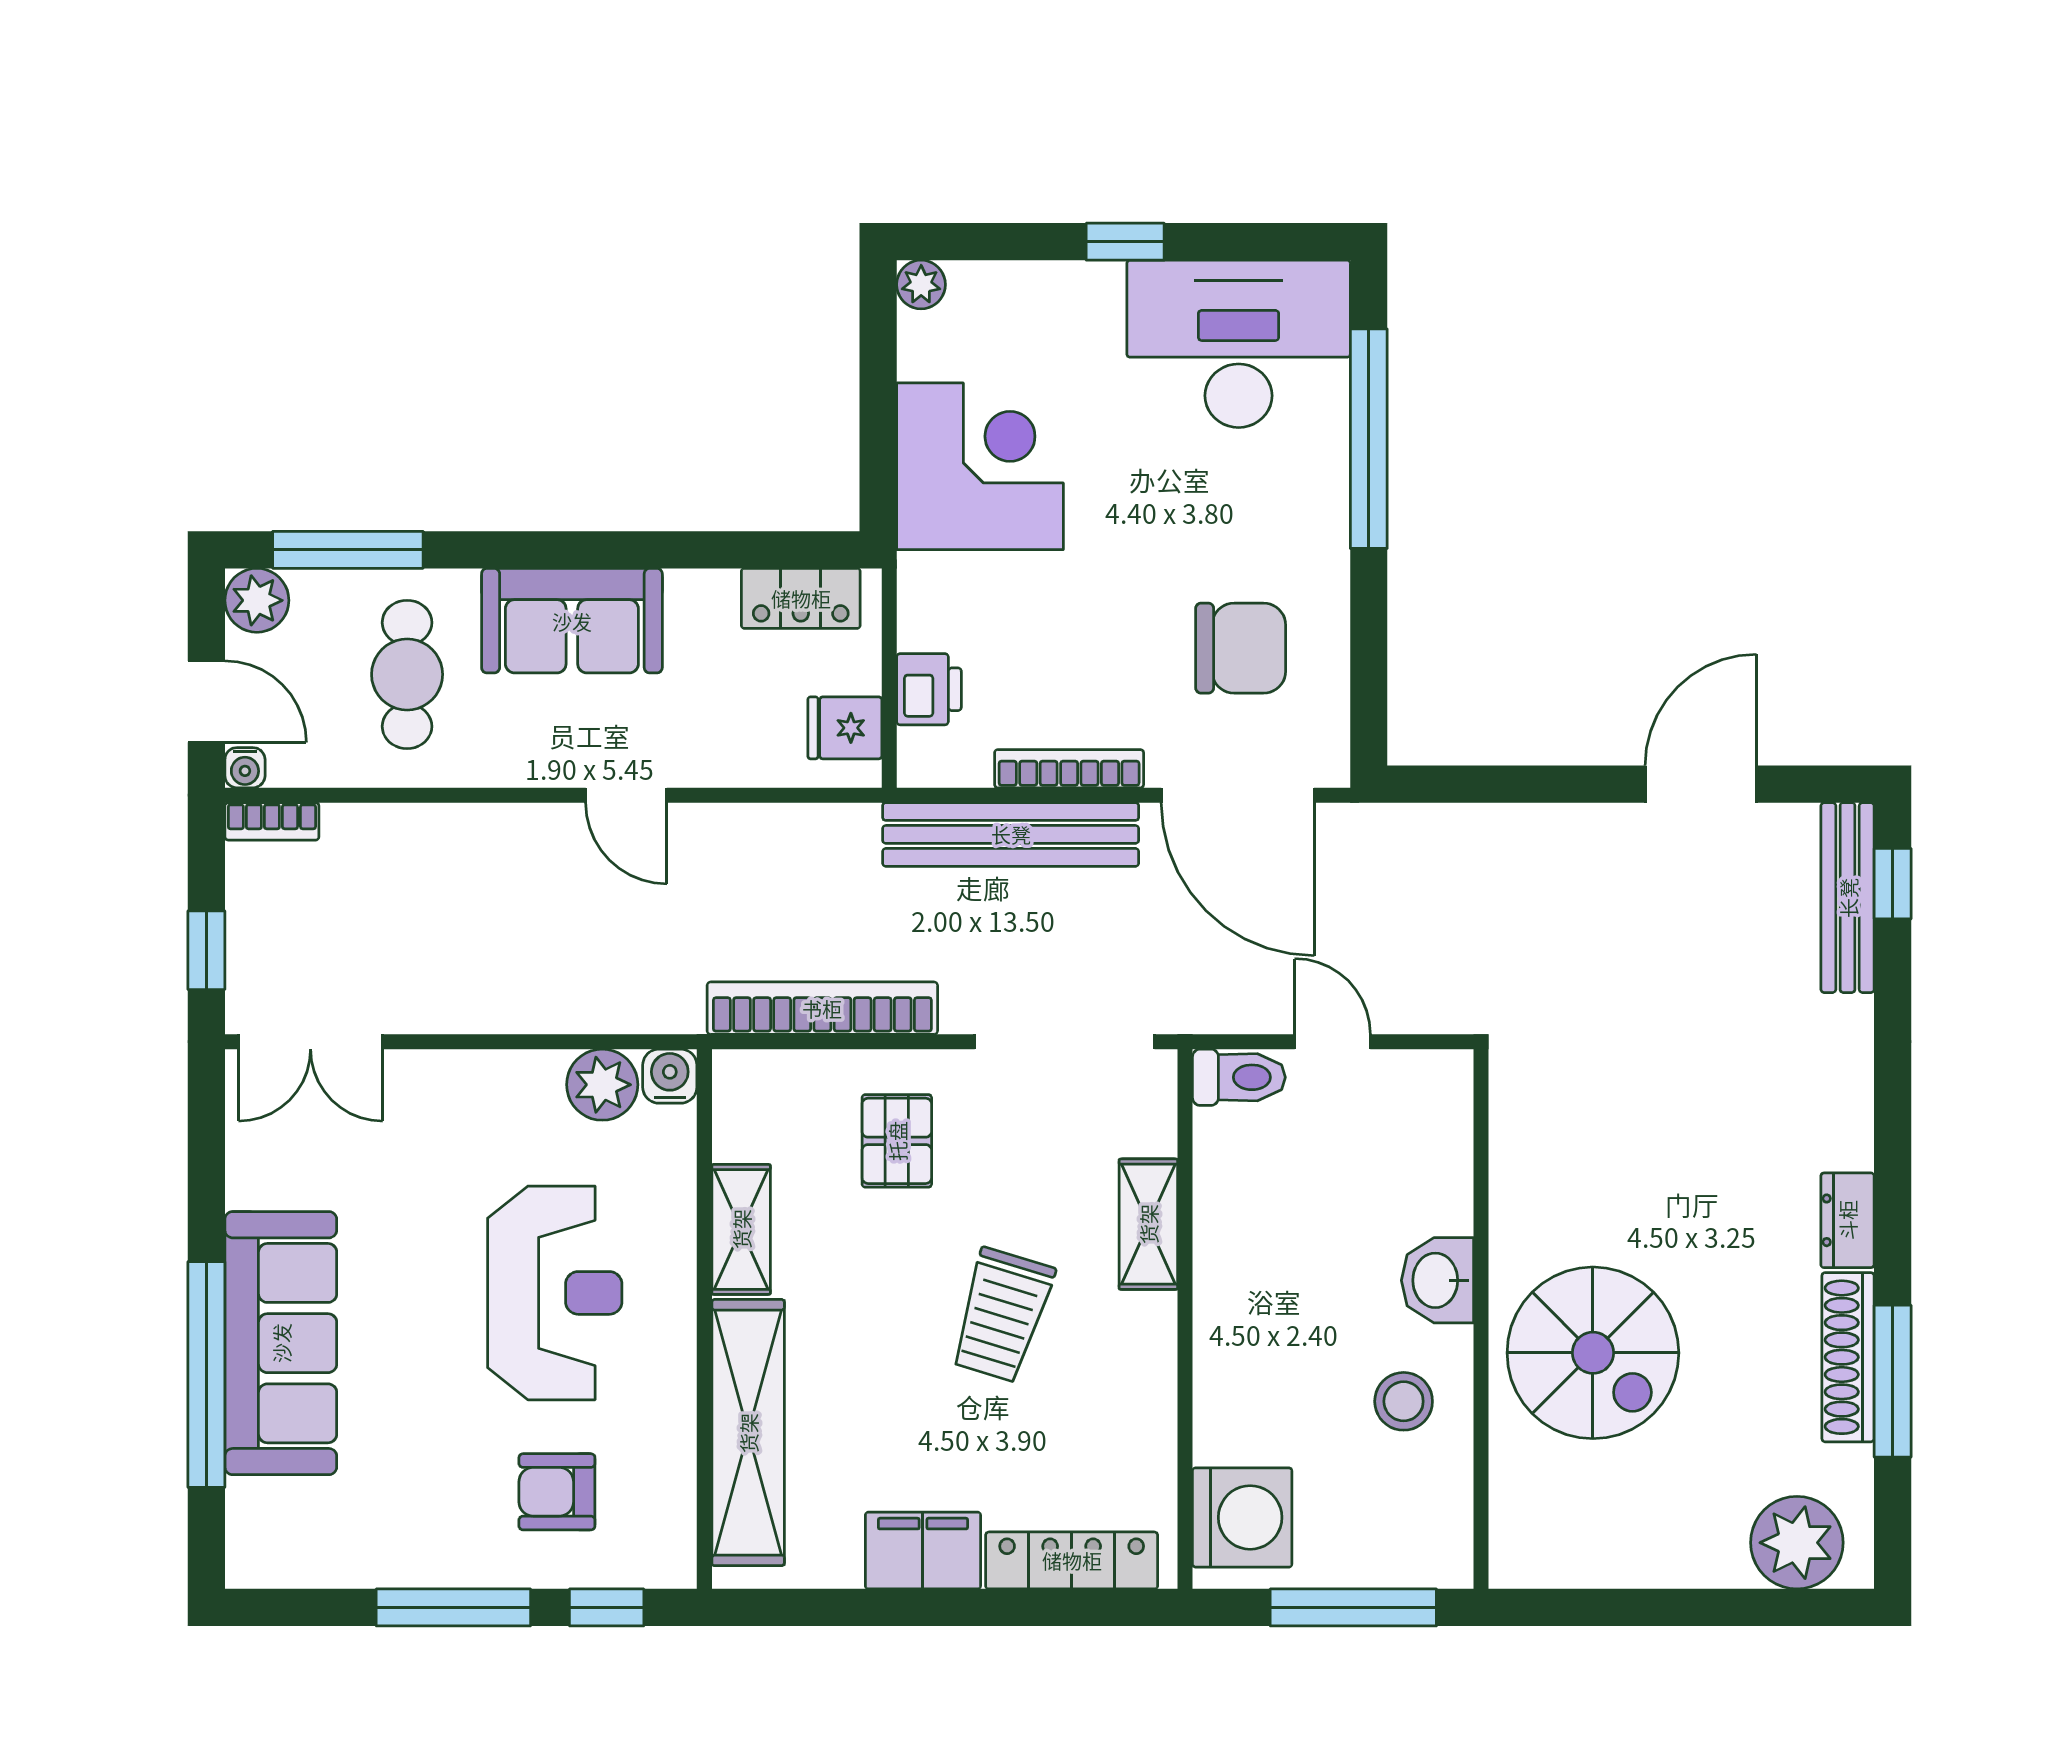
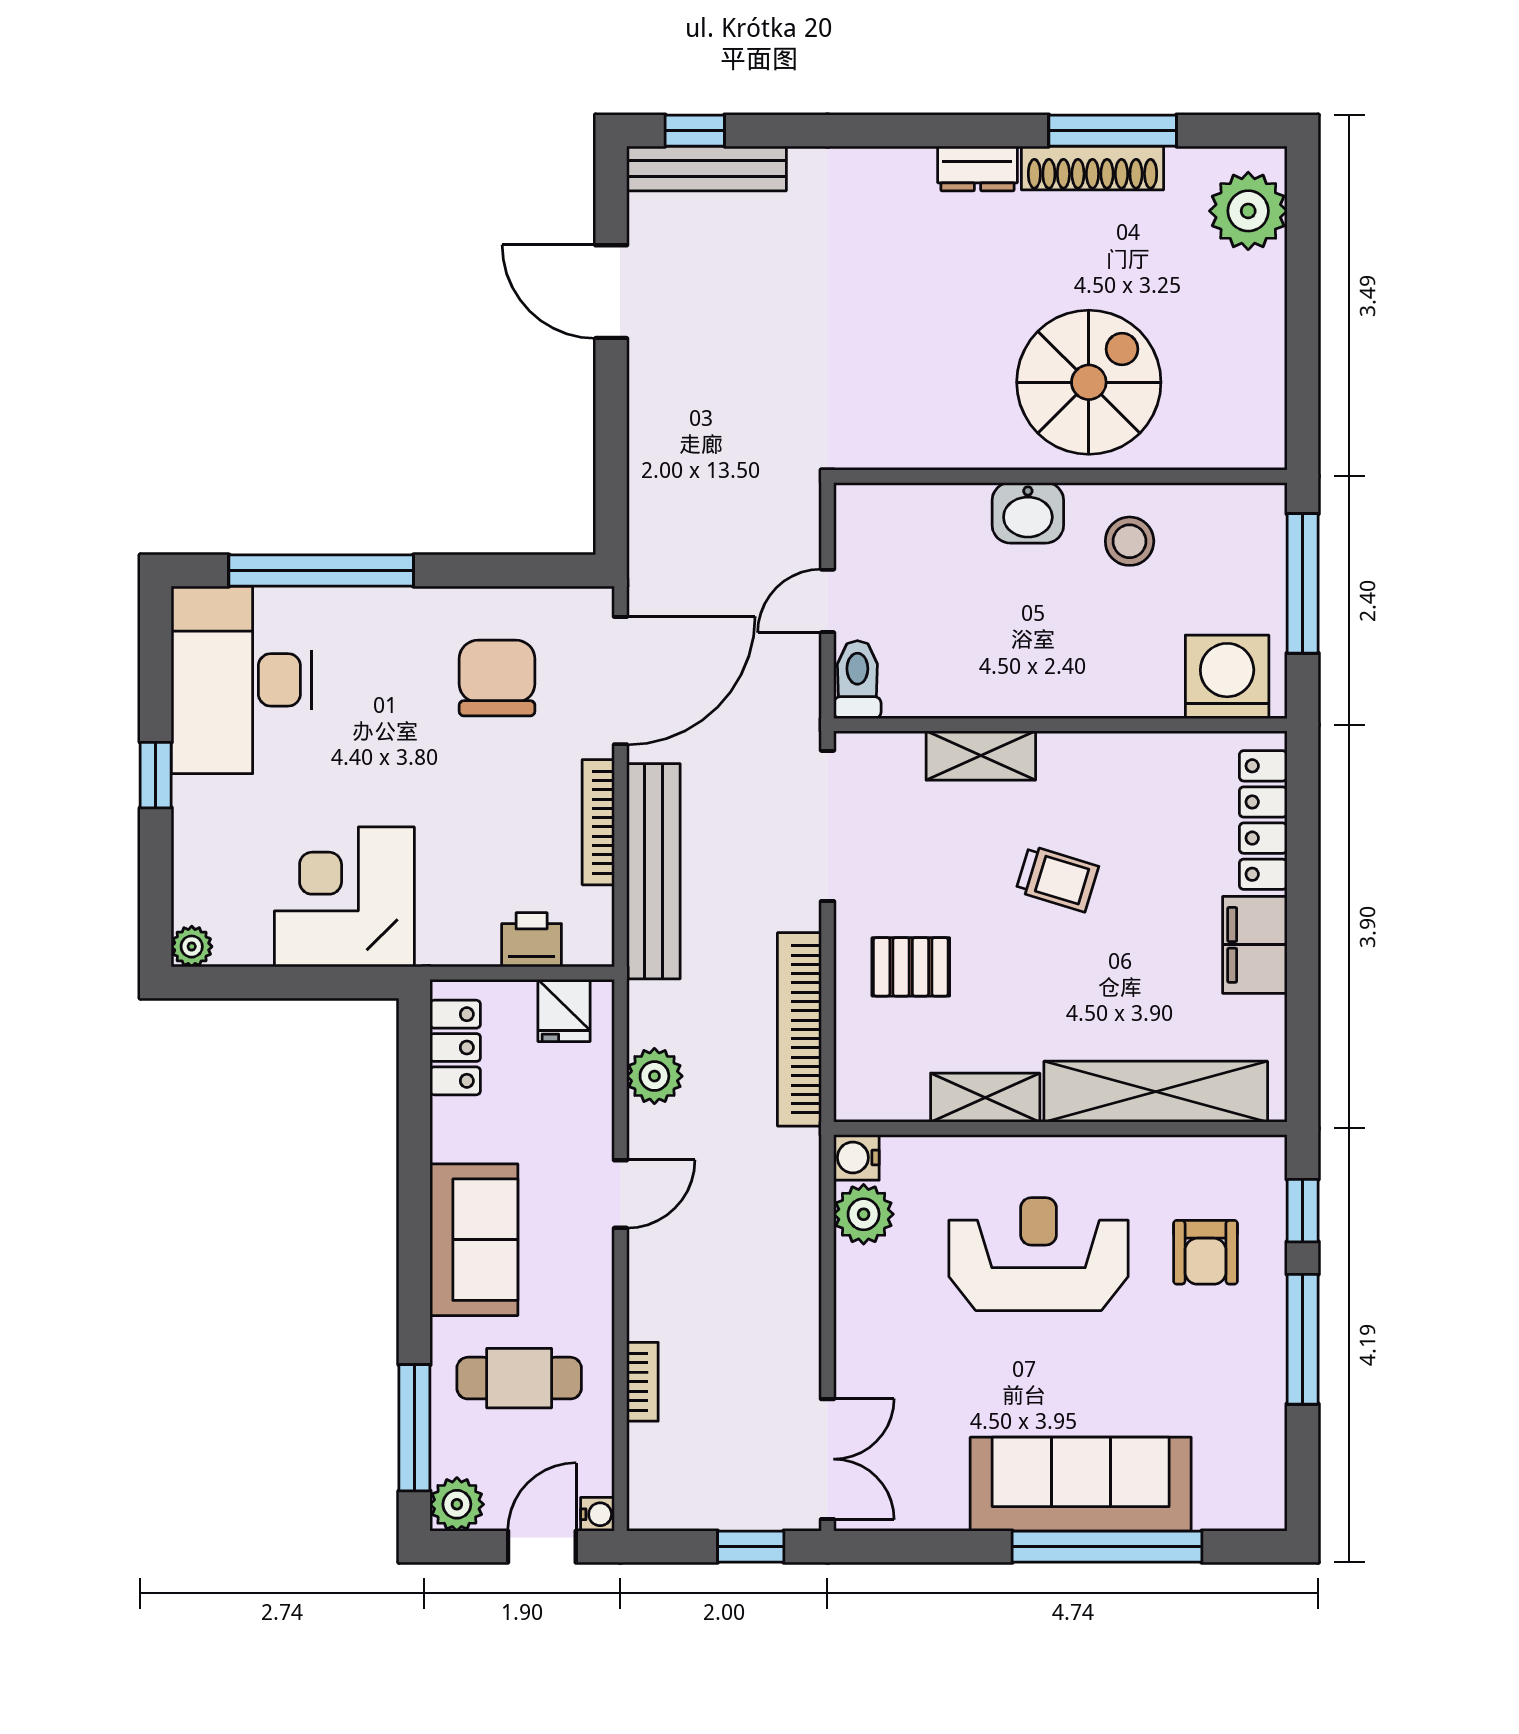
bookcase: (272, 821) -> (642, 1382), moved
plant: (767, 836) -> (654, 1076), added
trolley: (1002, 1315) -> (1057, 879), width x0.73, depth x0.72

